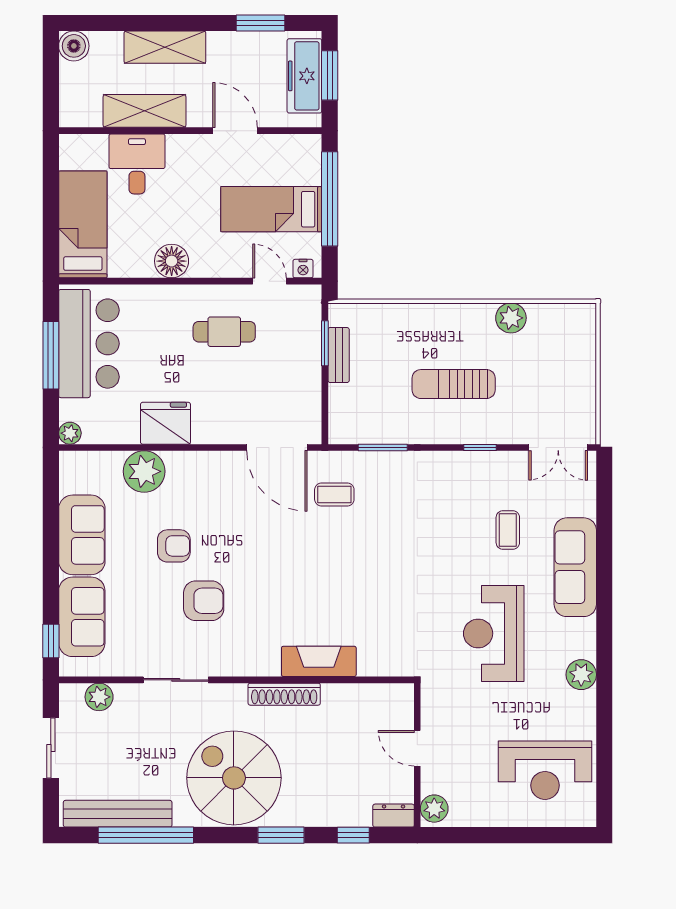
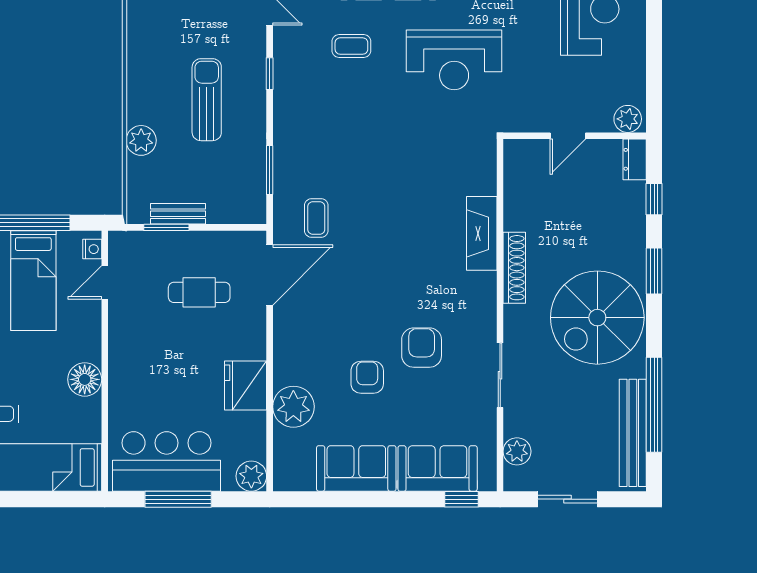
plant: (511, 318) -> (141, 140), moved
cafe table: (224, 332) -> (199, 292), moved, turned 90
sun lounger: (454, 384) -> (207, 100), turned 180
plant: (70, 433) -> (251, 476), width x1.38, depth x1.38

